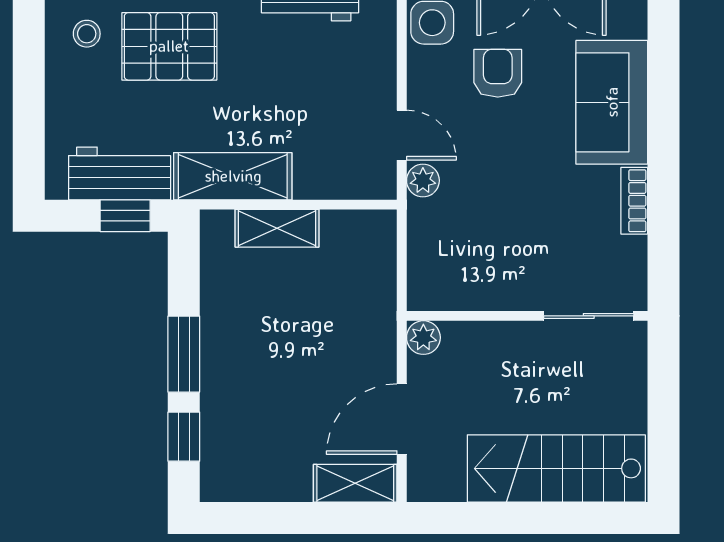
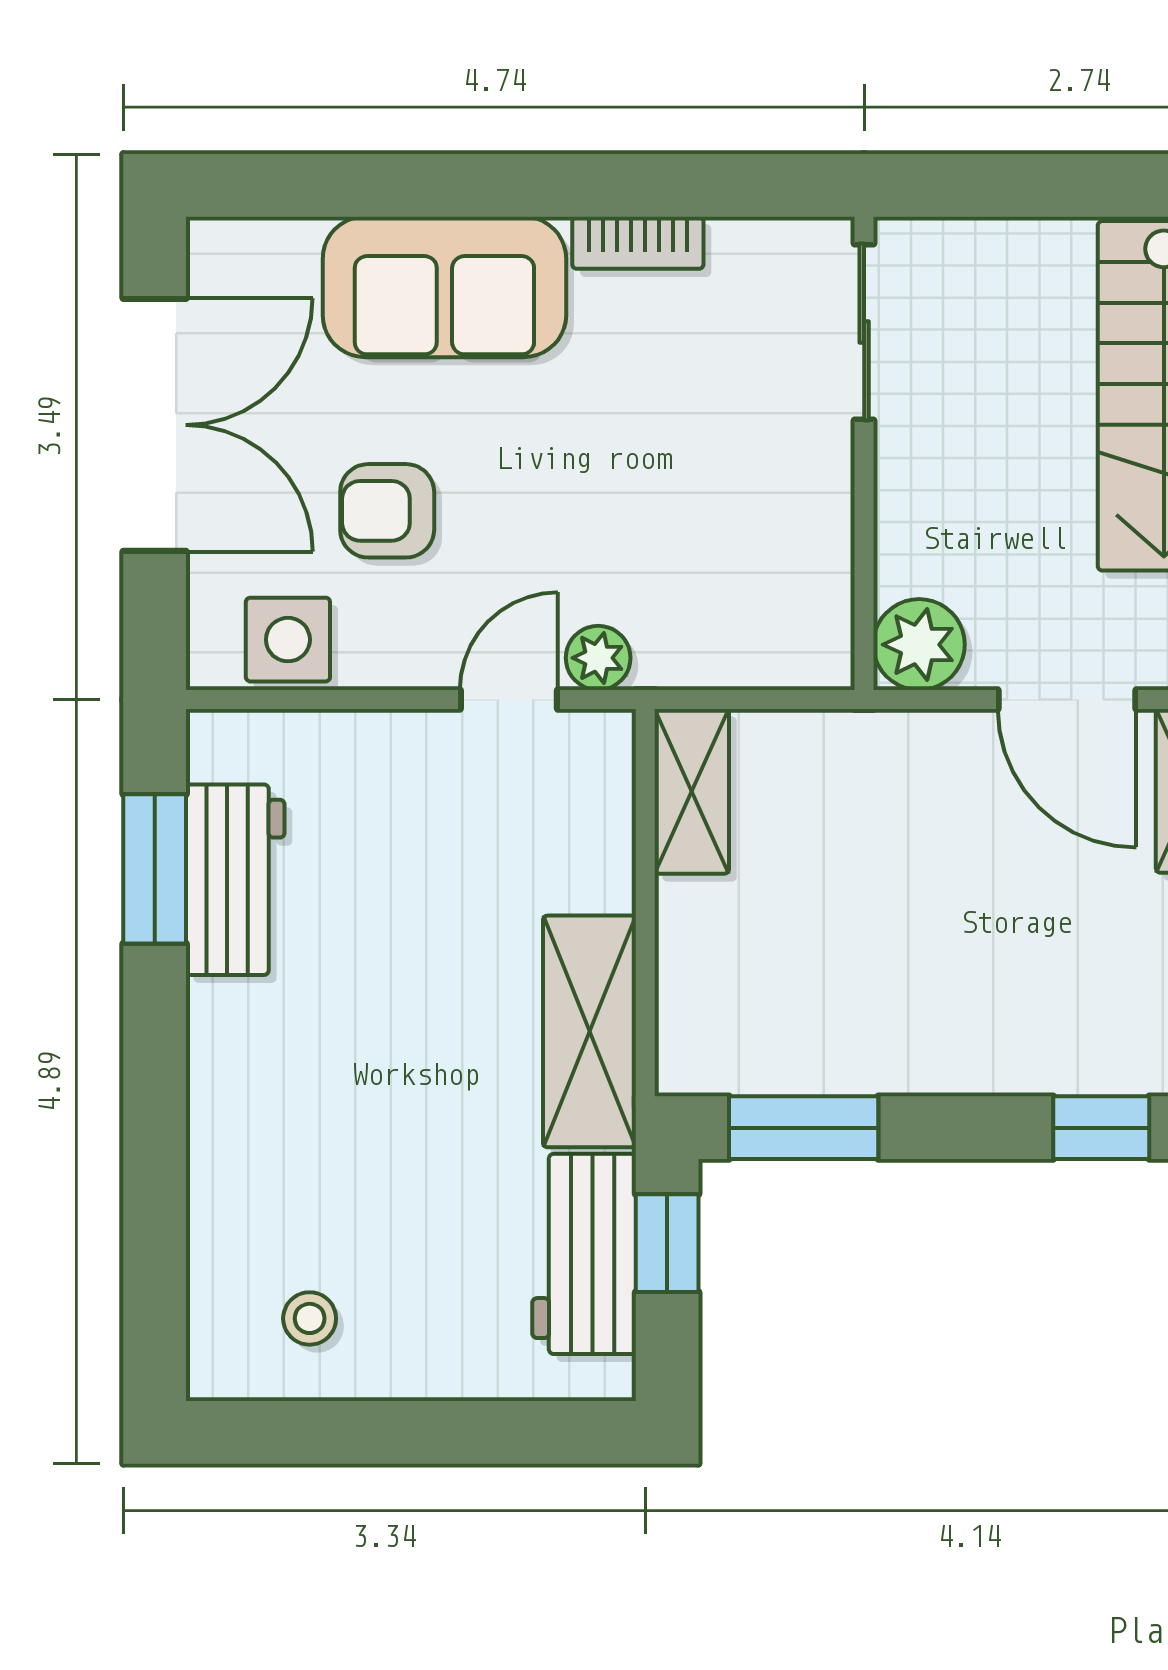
pallet: (169, 46) -> (334, 1156), removed
shelving: (277, 228) -> (692, 791), moved
plant: (423, 338) -> (919, 645), width x1.38, depth x1.38
window: (184, 354) -> (804, 1128), moved

